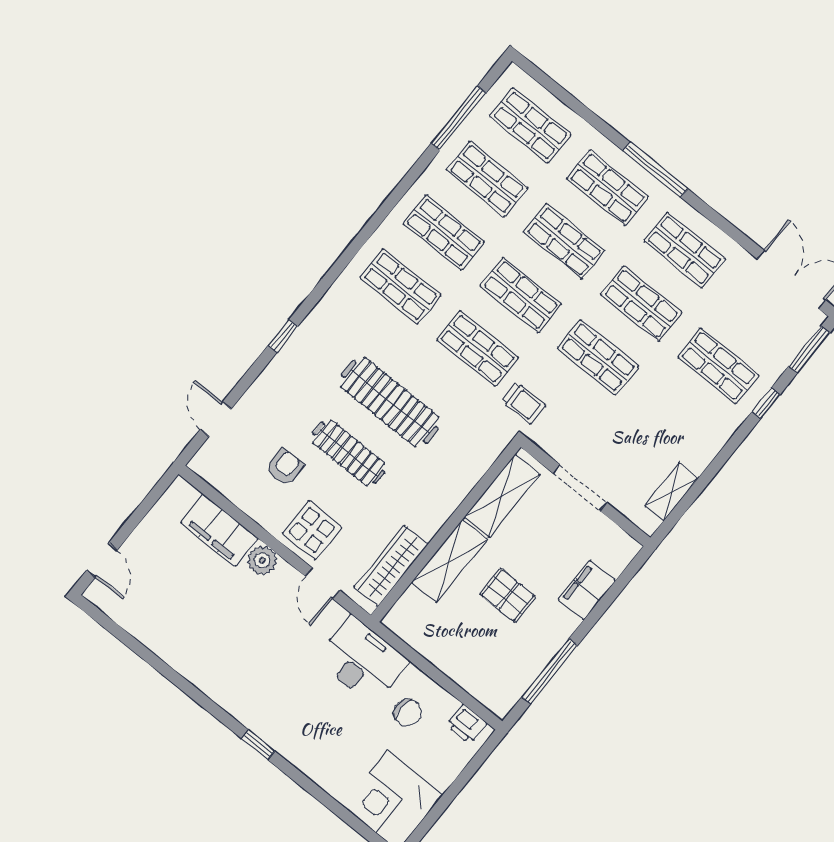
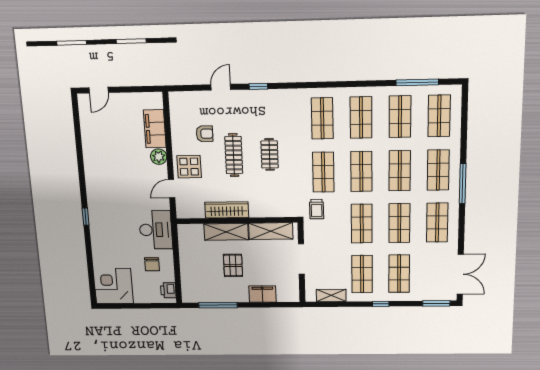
clothes rail: (390, 402) -> (270, 154), width x0.54, depth x0.76
window: (766, 403) -> (381, 304), moved
door: (216, 419) -> (221, 87), moved
shop shelf: (675, 420) -> (362, 274), added
wardrobe: (391, 566) -> (227, 210), moved

